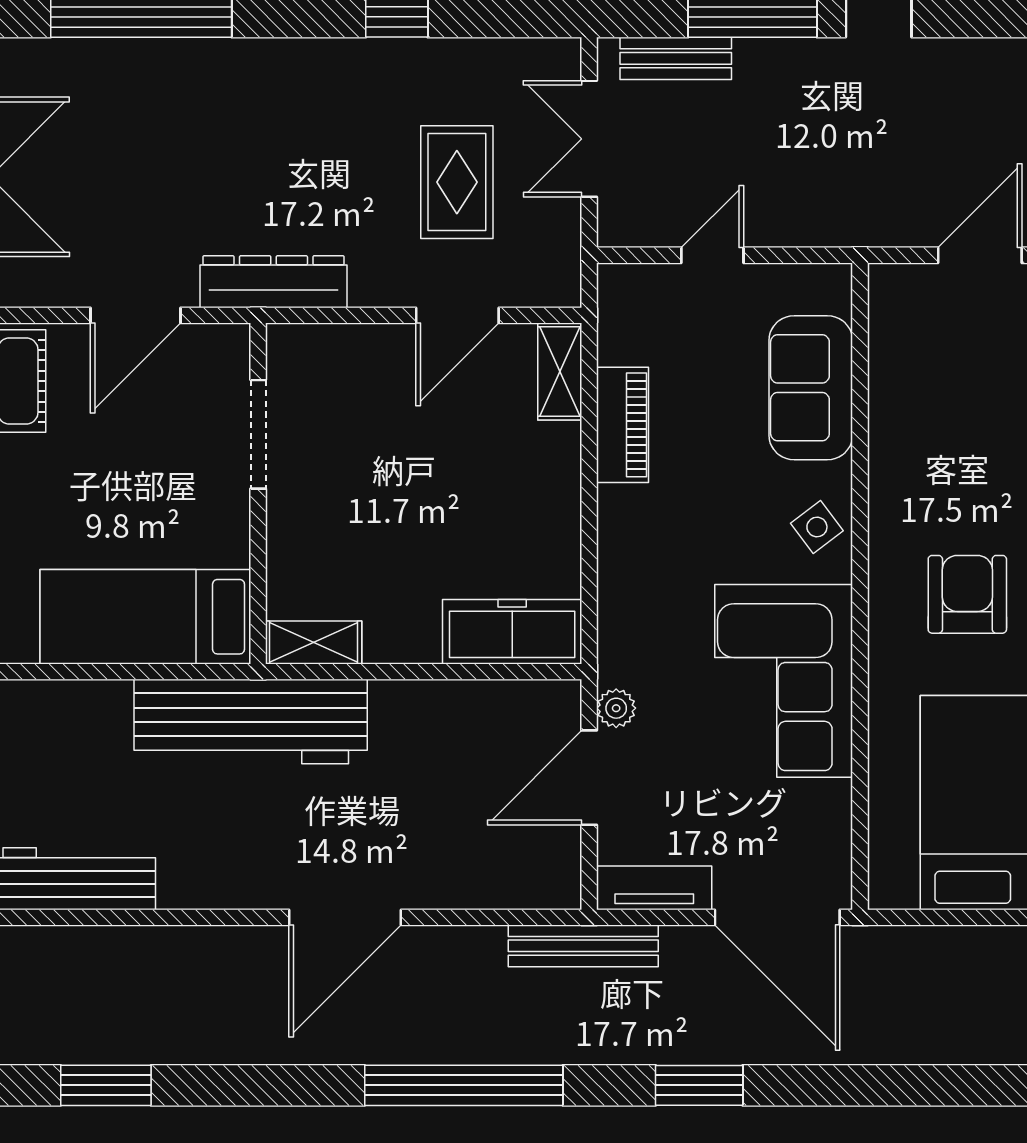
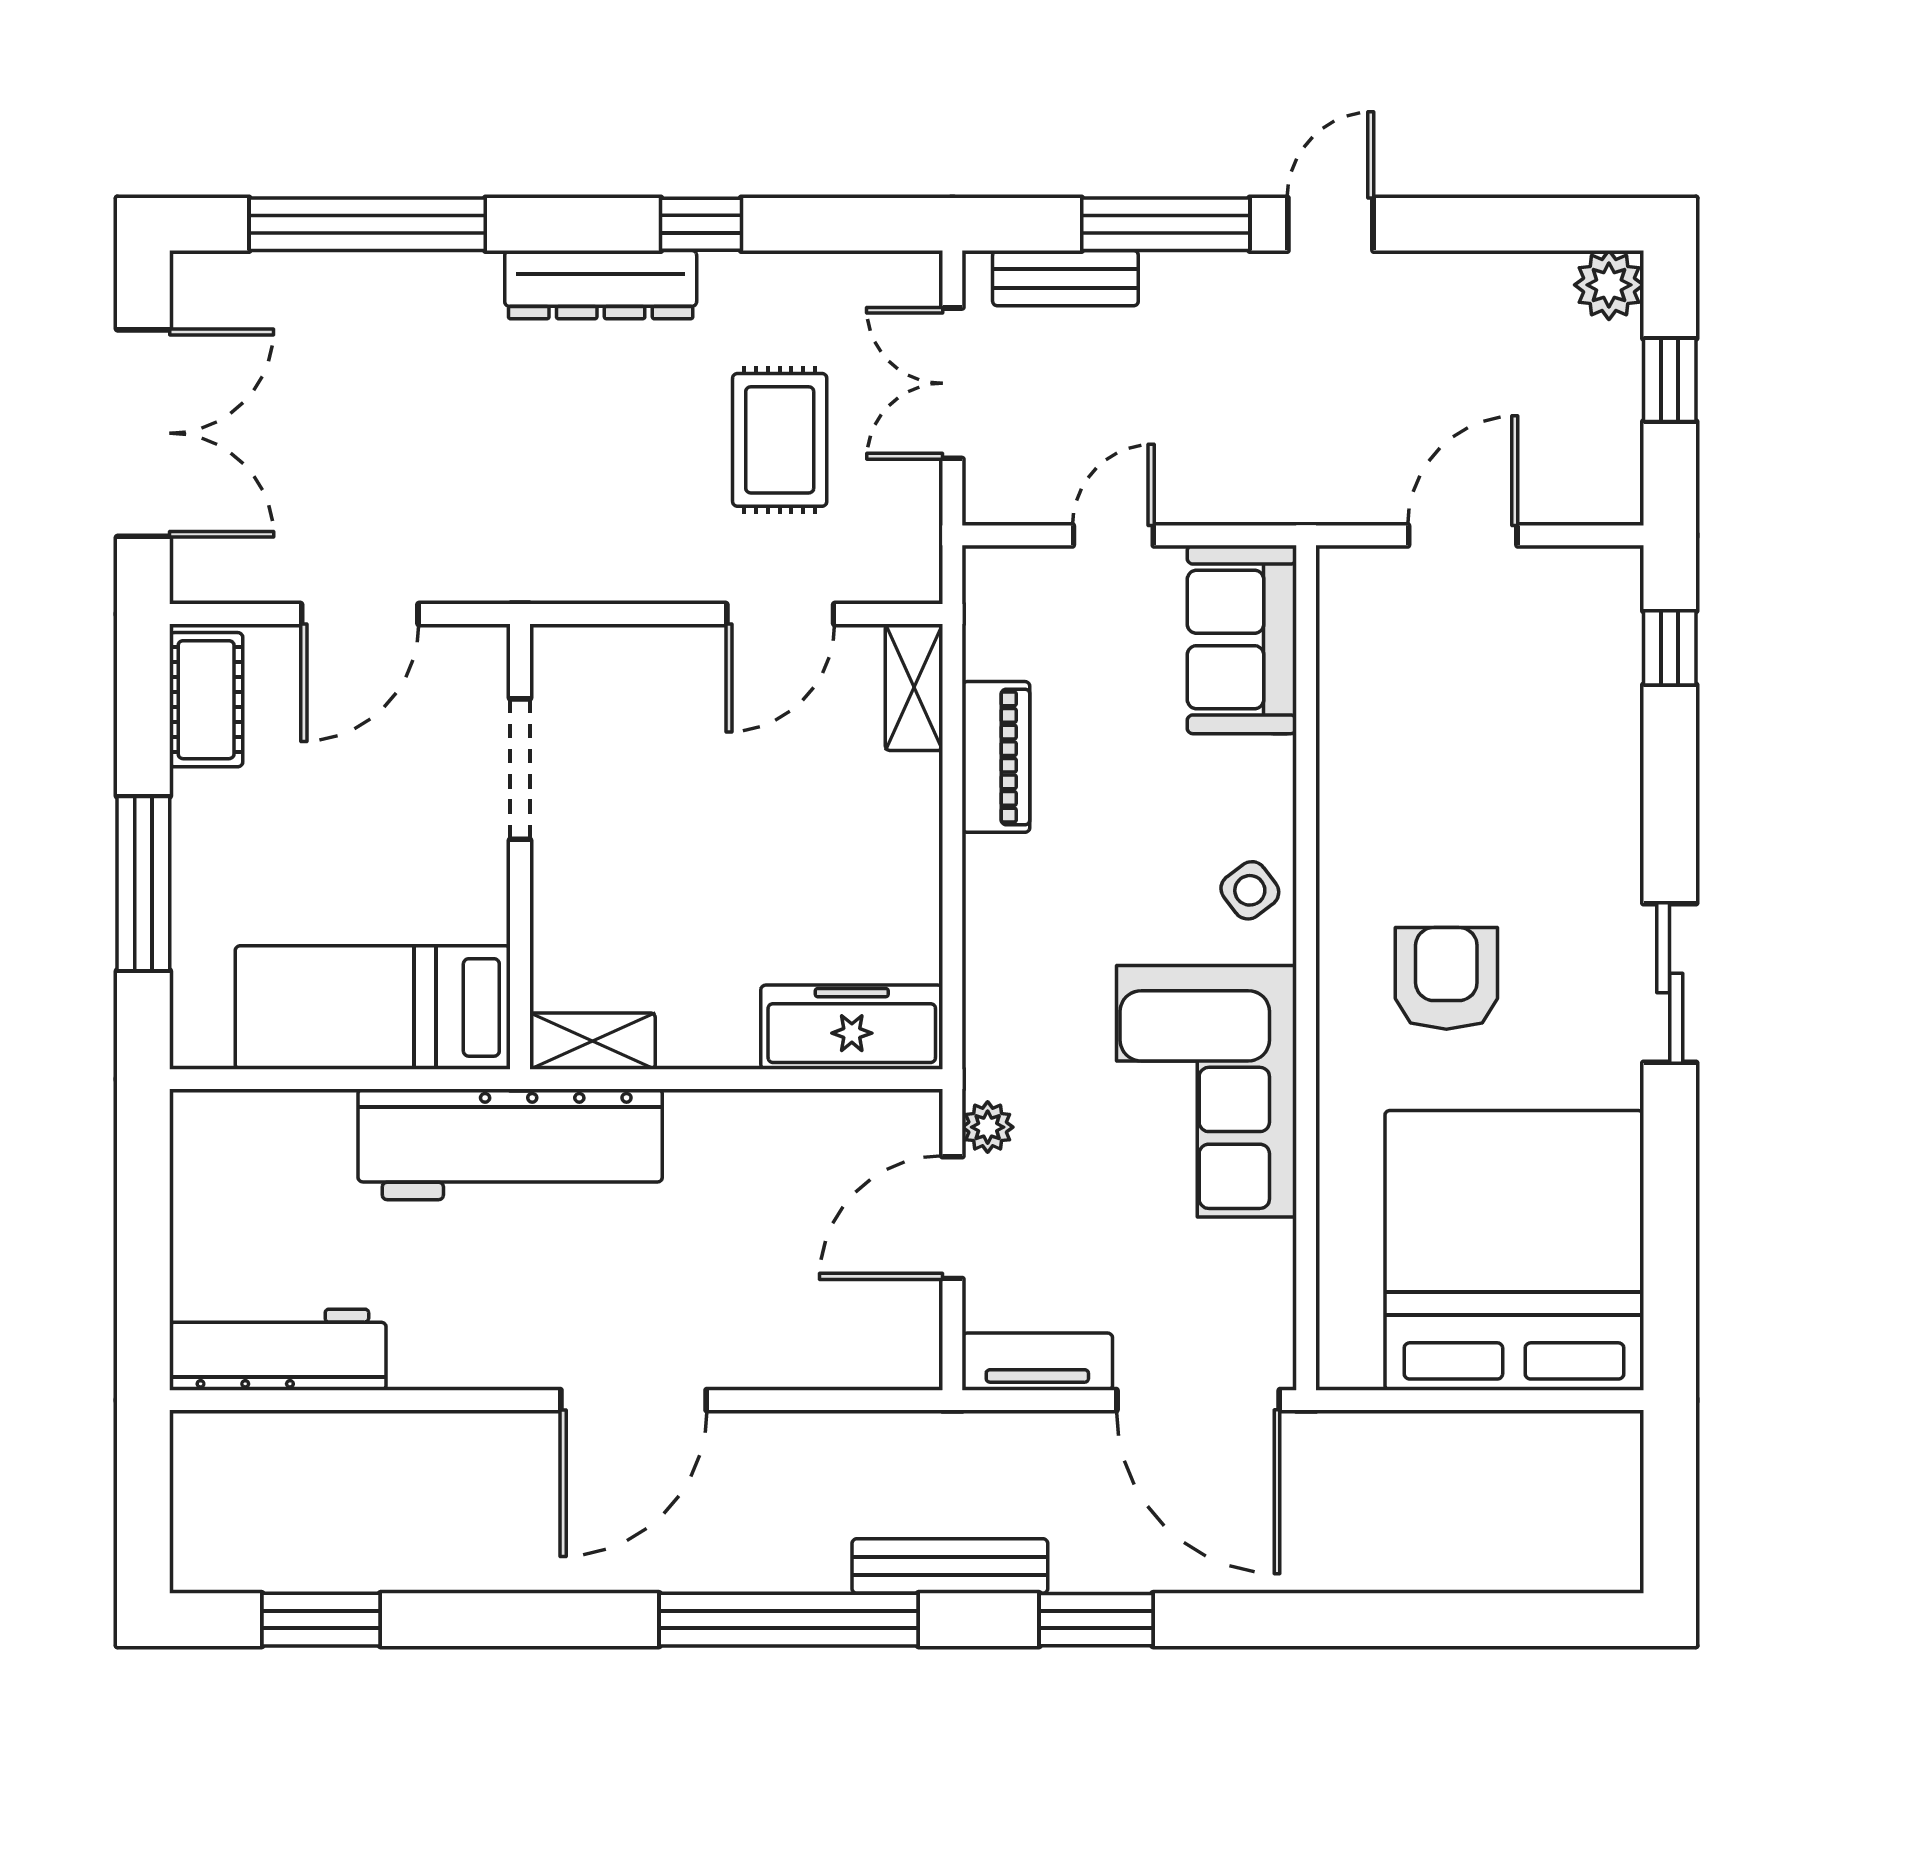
dresser: (273, 282) -> (601, 285), moved, turned 180
sofa: (811, 388) -> (1242, 639), moved
bench: (583, 946) -> (950, 1566), moved

